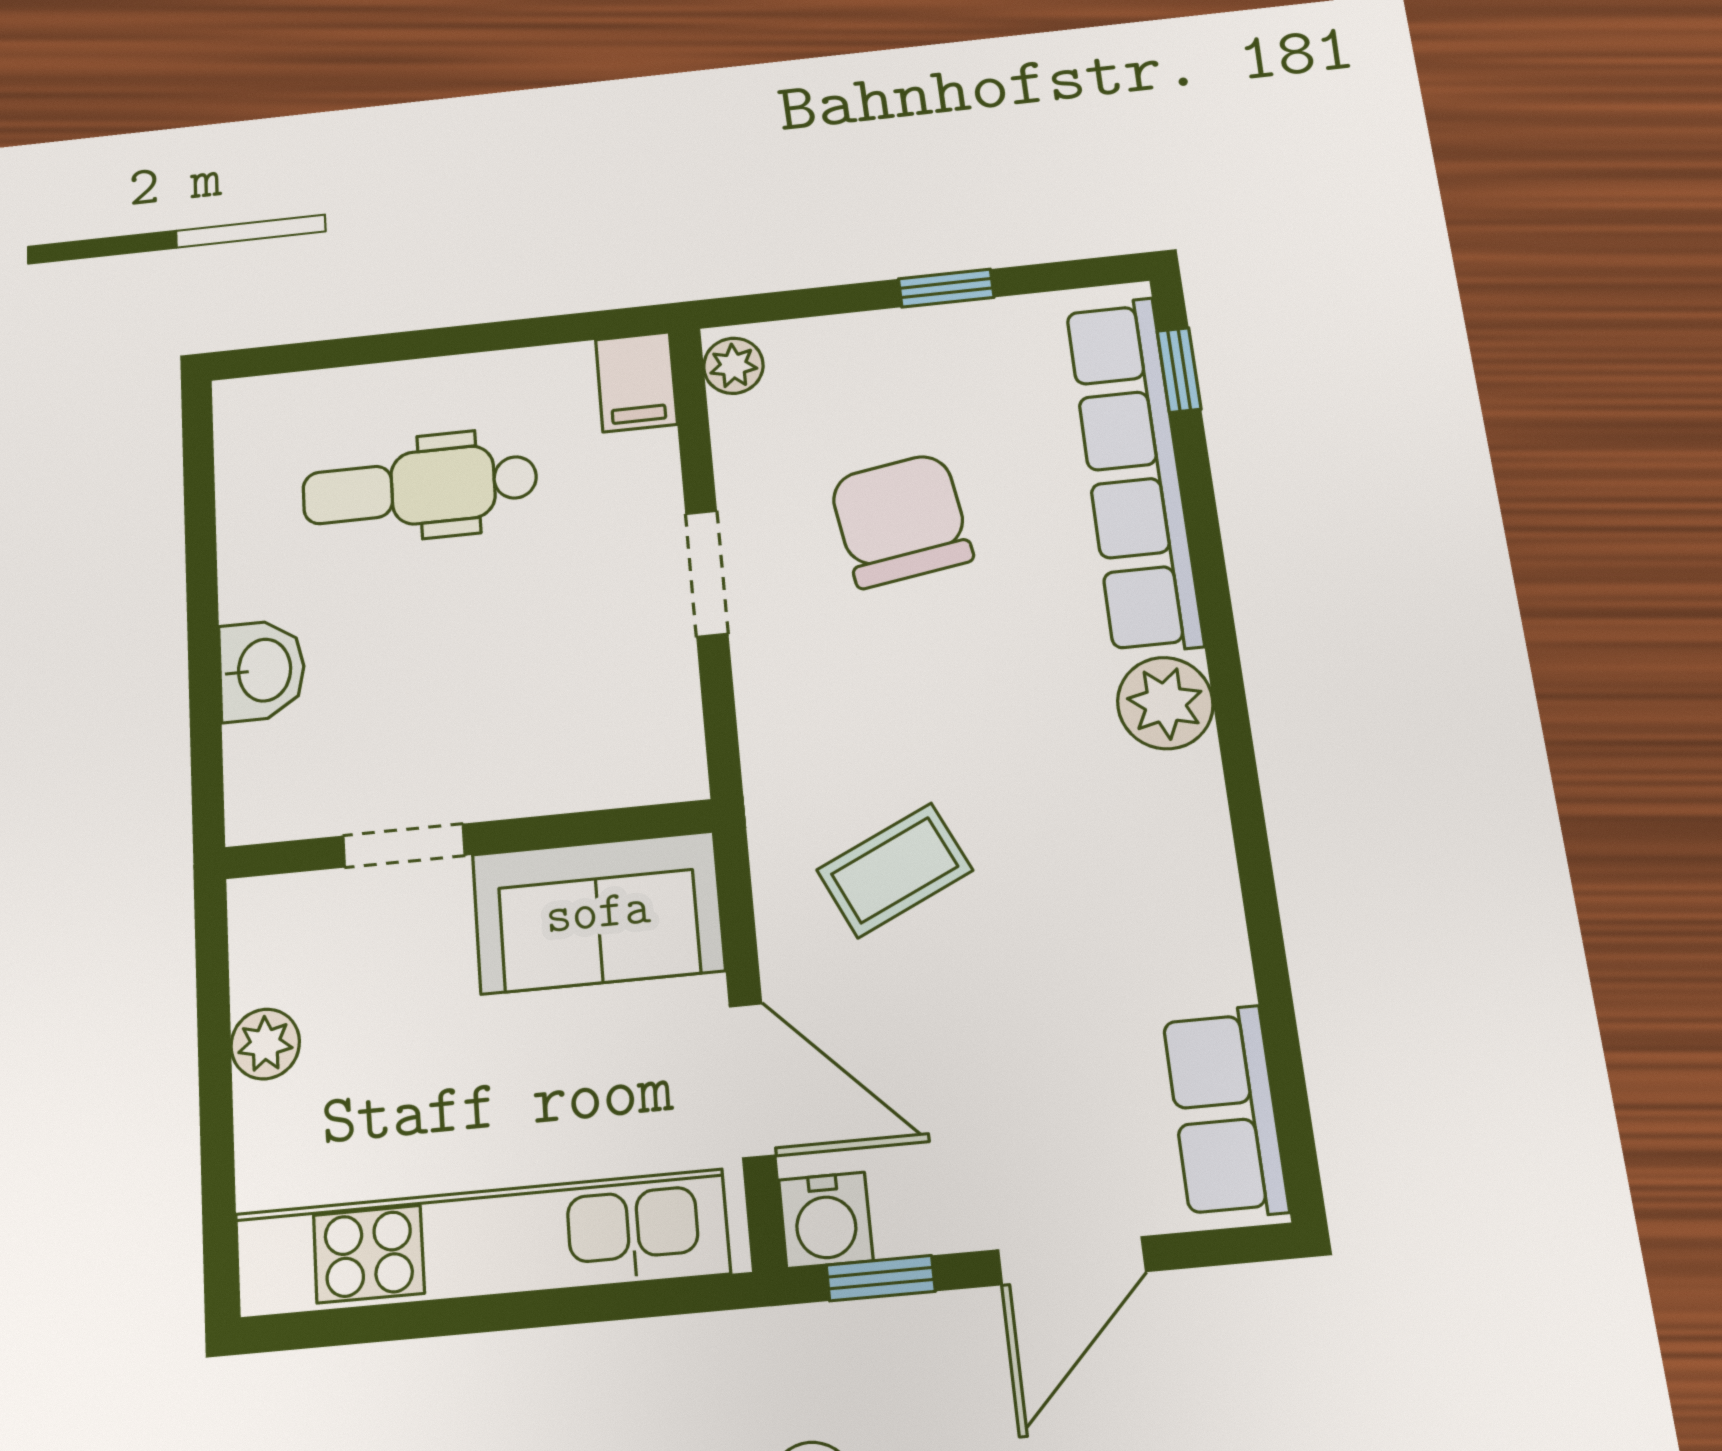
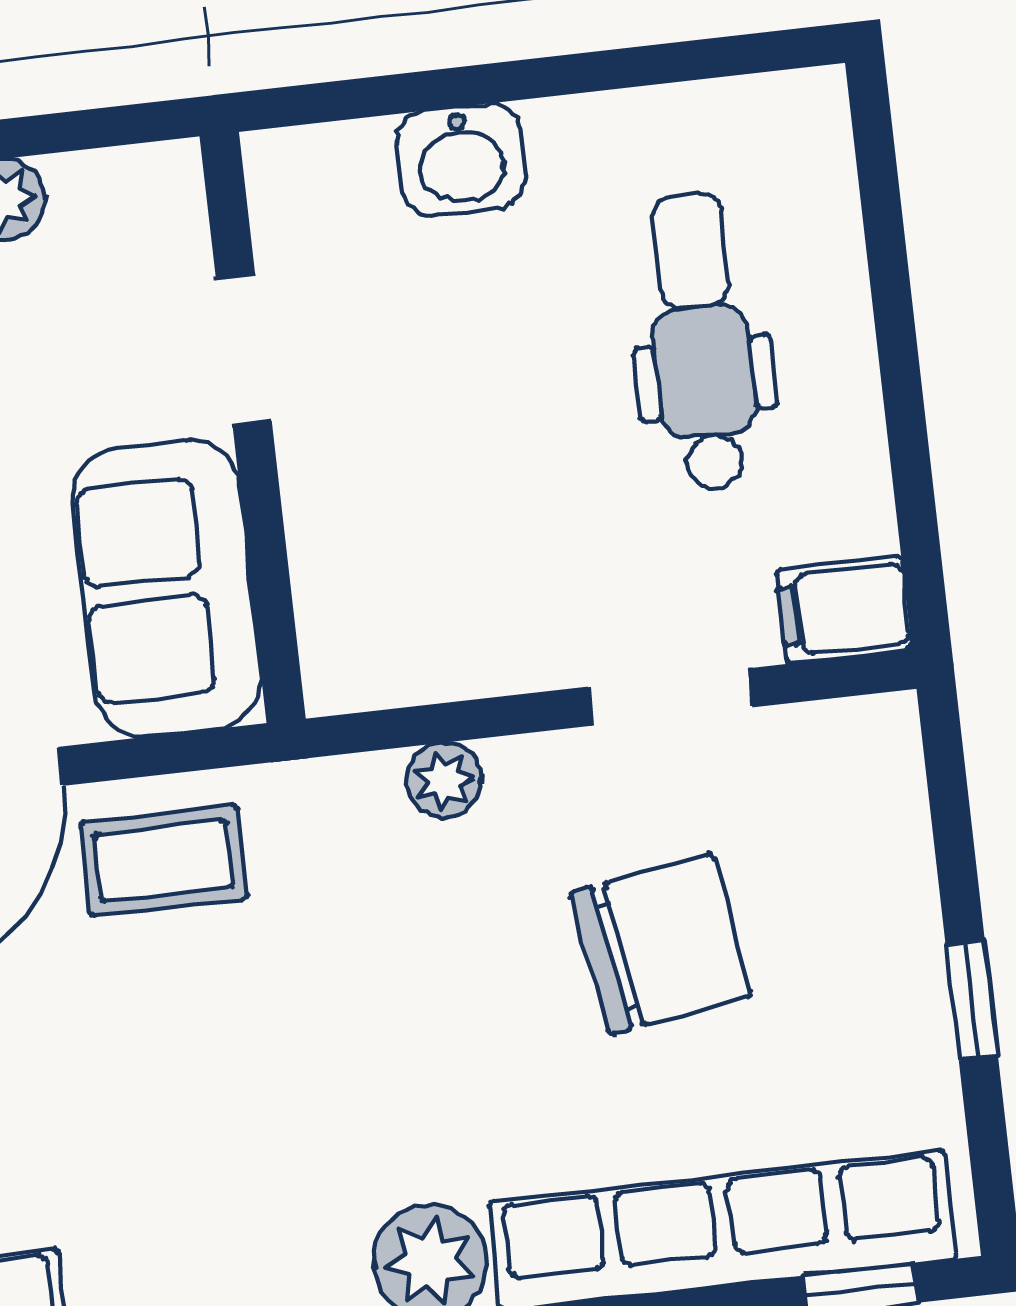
plant: (733, 366) -> (444, 780), moved
doorway: (707, 573) -> (670, 697), moved
coffee table: (895, 870) -> (164, 861), moved, turned -65

